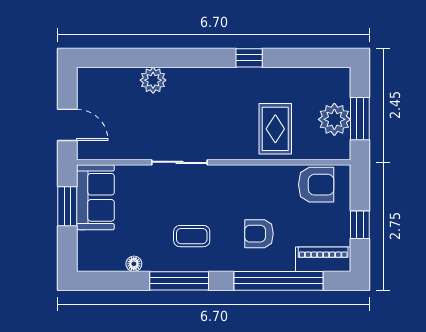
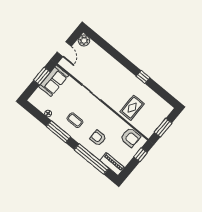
plant: (153, 80) -> (84, 40), moved
plant: (334, 119) -> (154, 121), removed
window: (360, 225) -> (141, 155), moved

